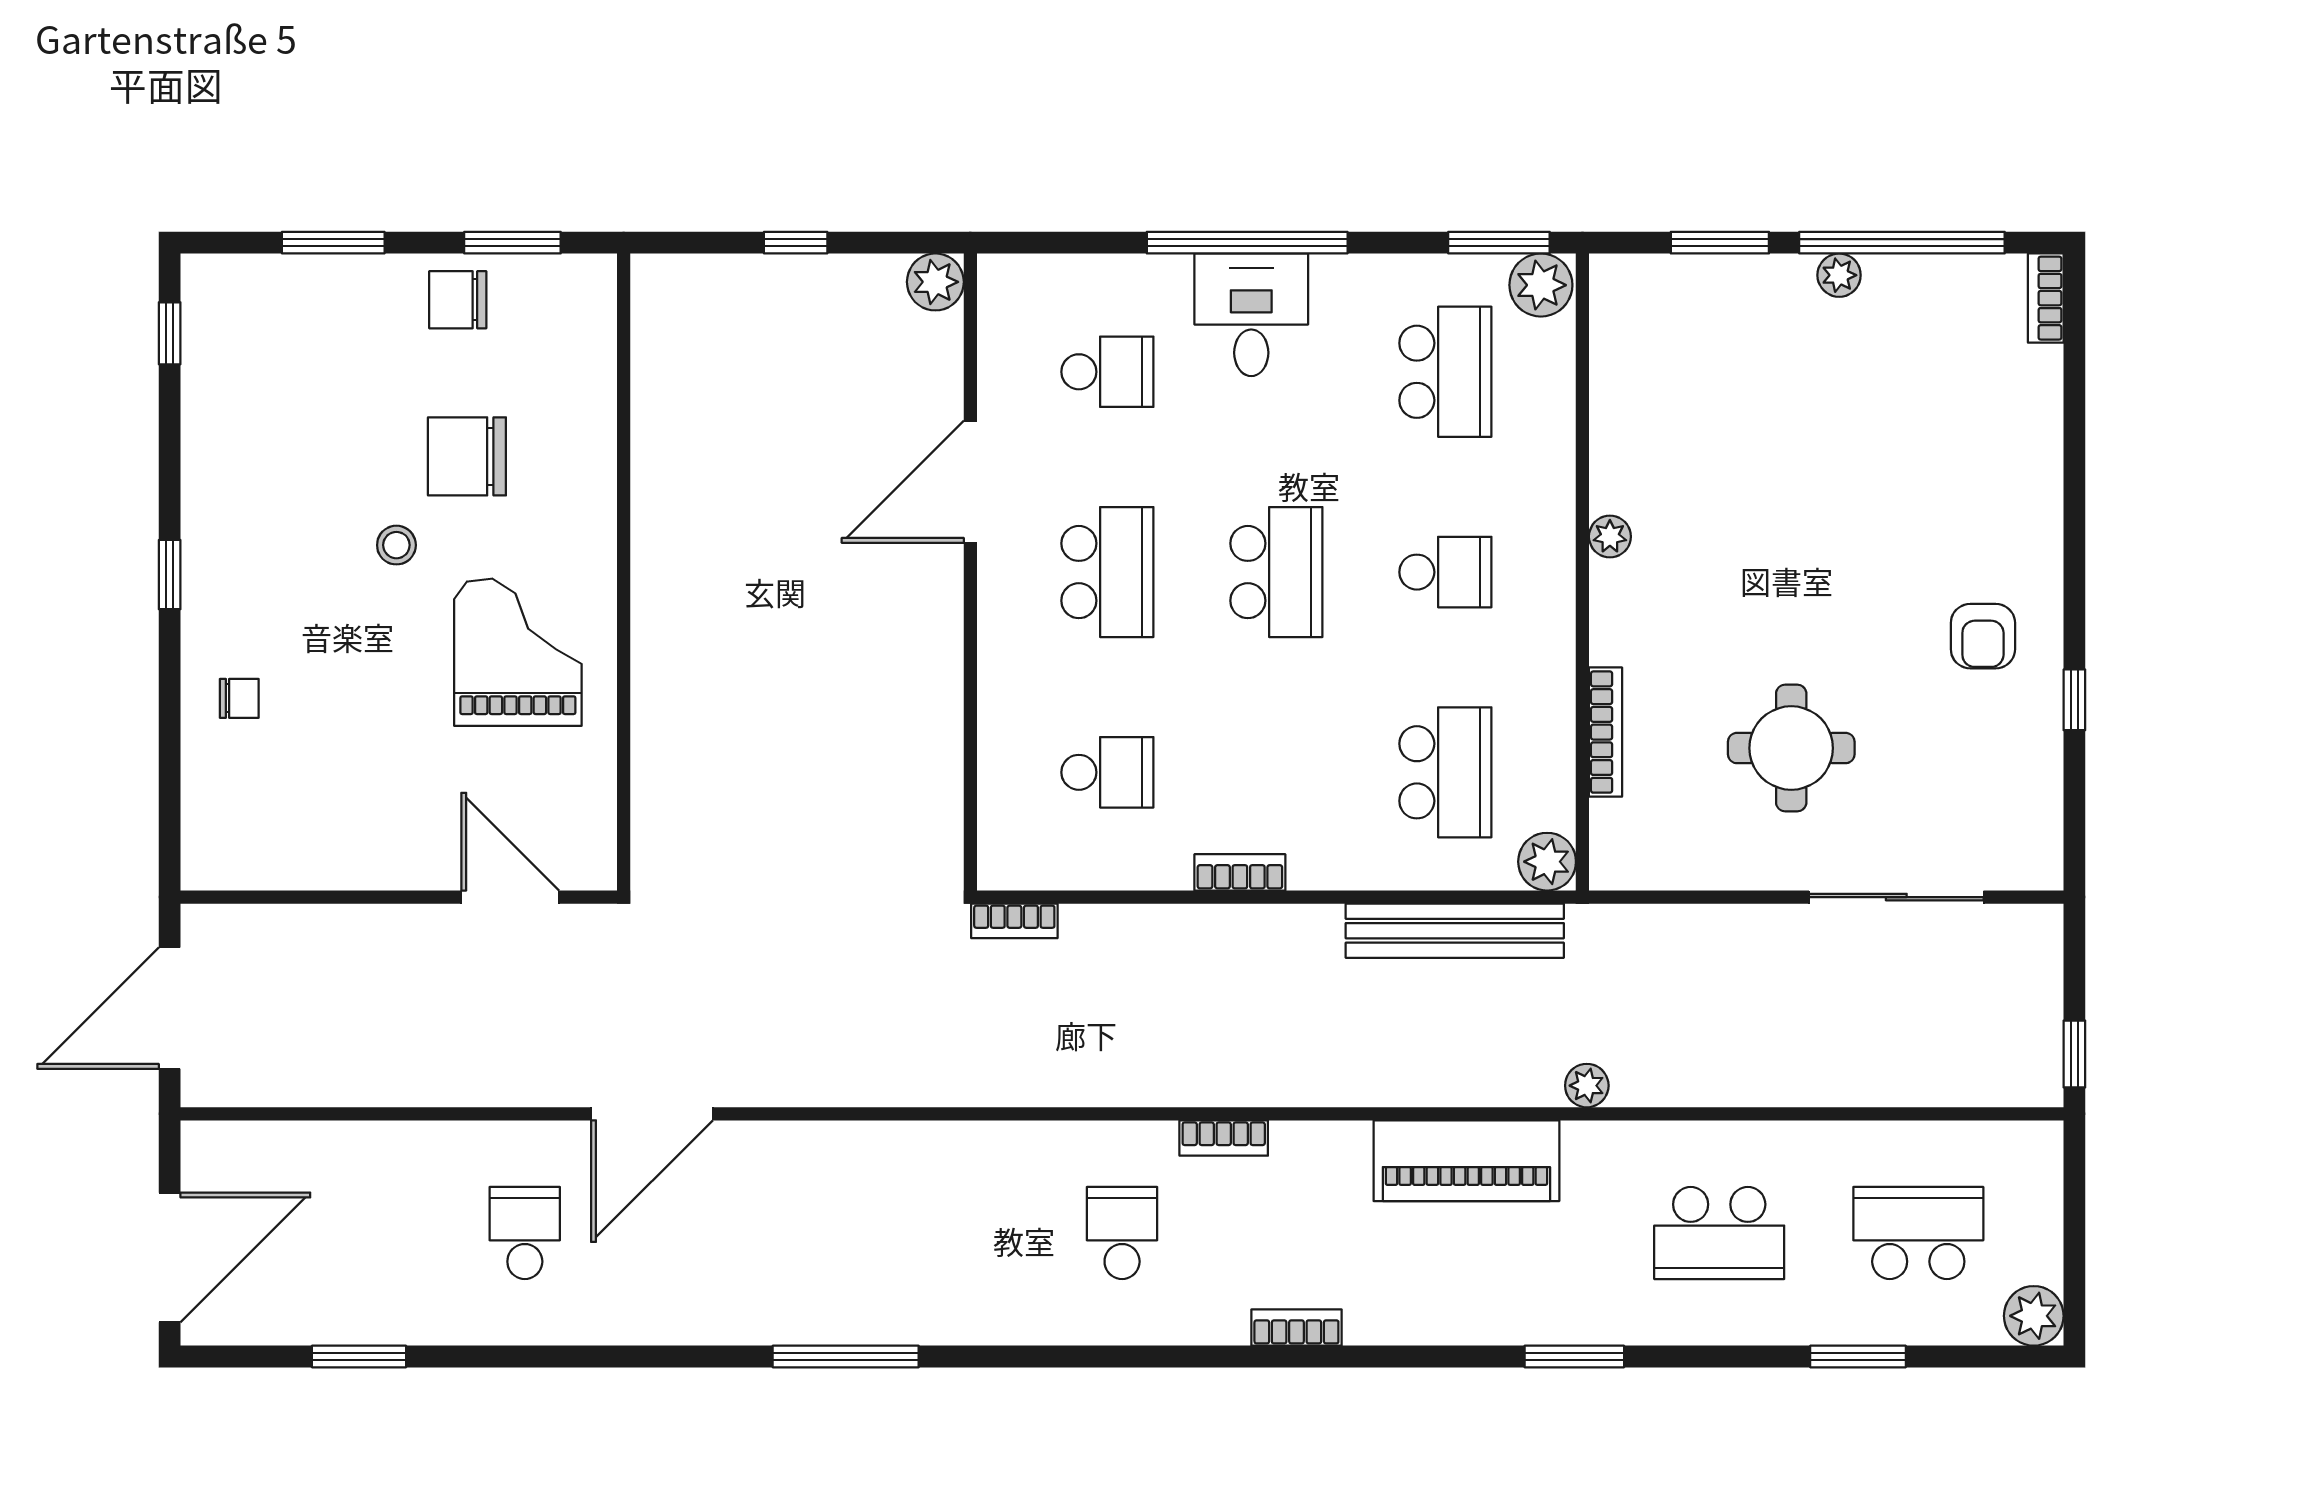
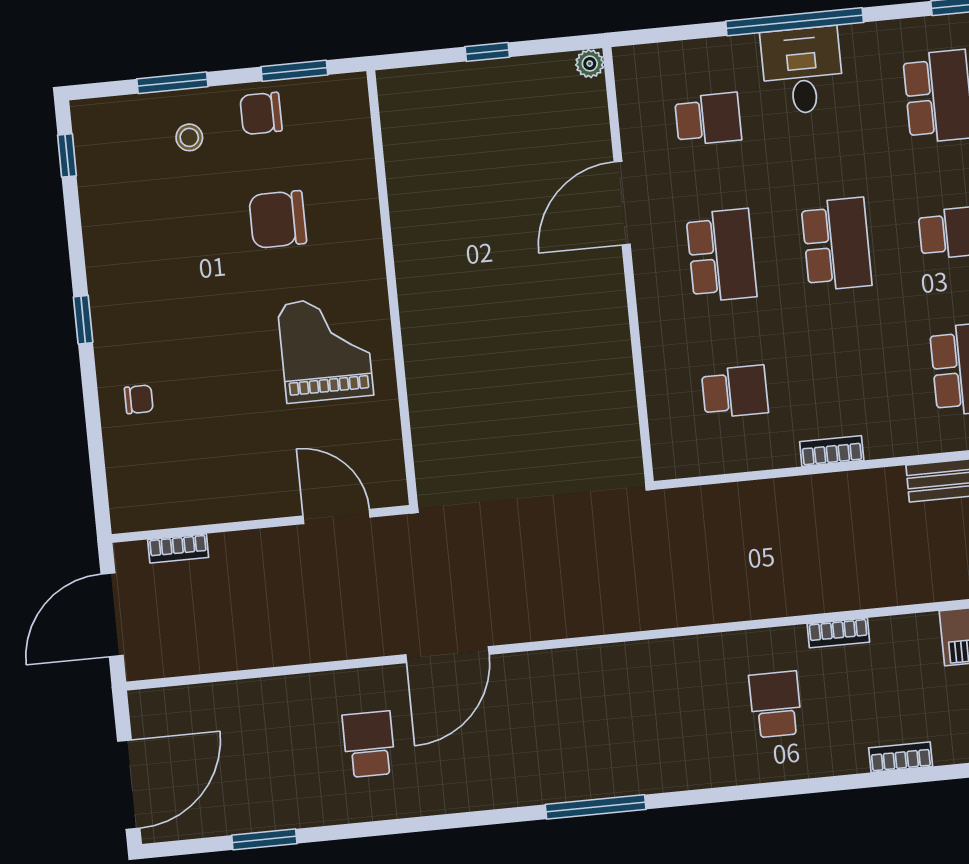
plant: (935, 282) -> (590, 64), width x0.73, depth x0.73
stool: (396, 545) -> (189, 137), moved
bookcase: (1014, 921) -> (178, 548), moved

